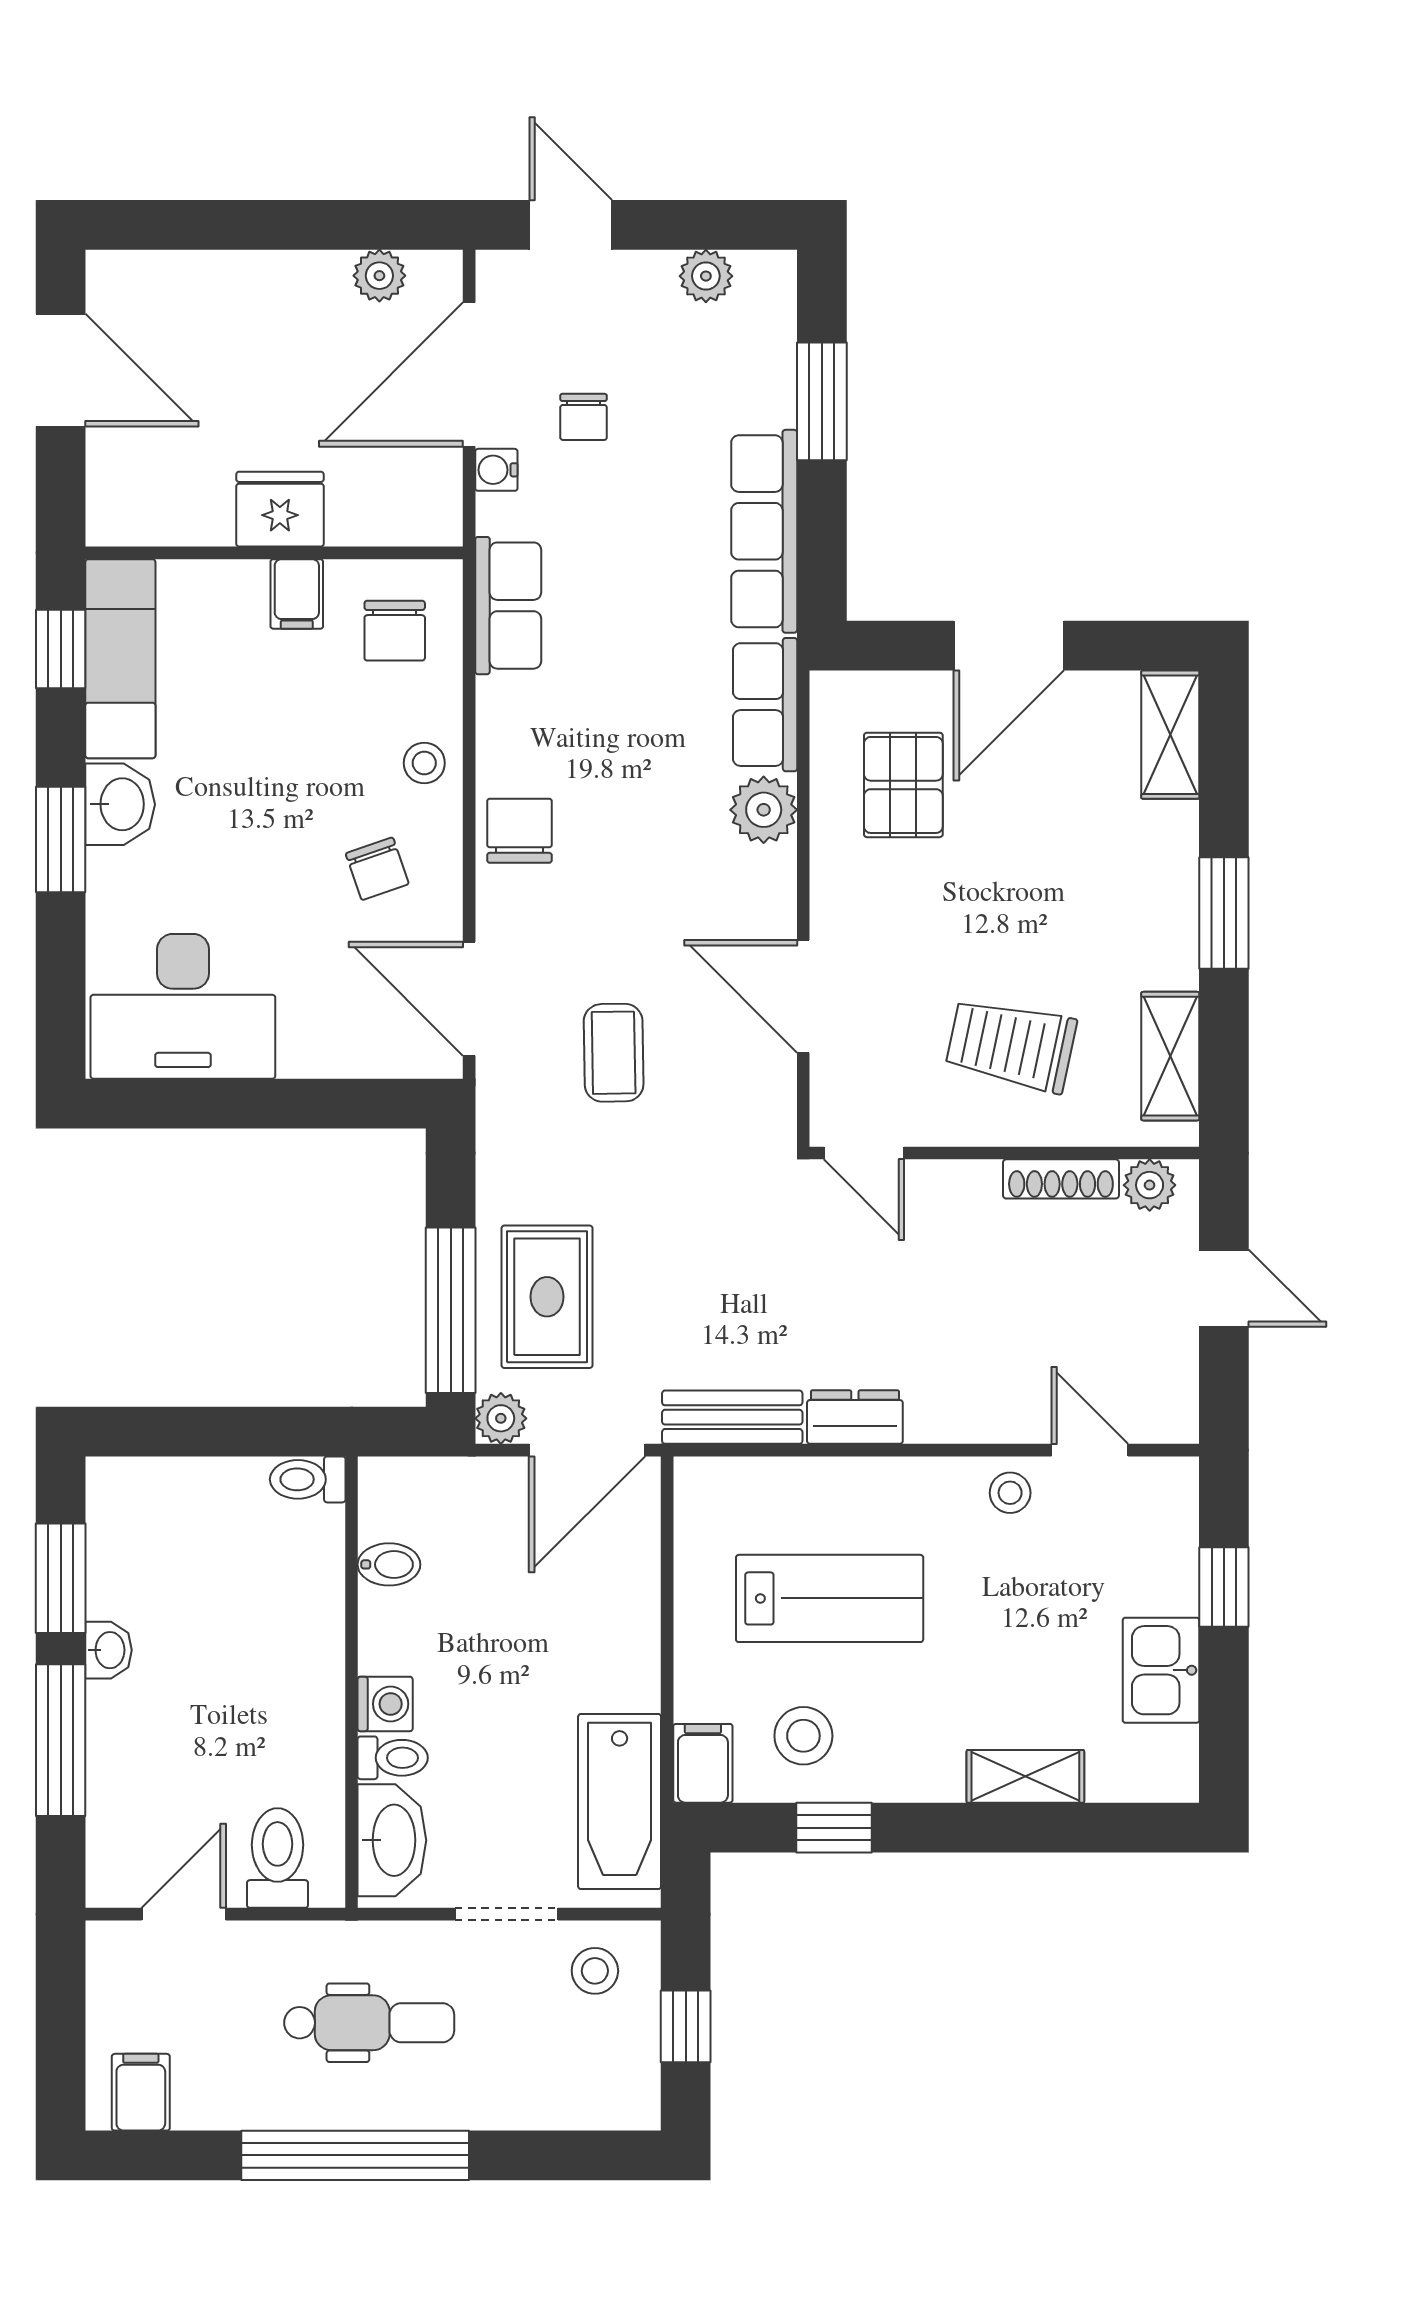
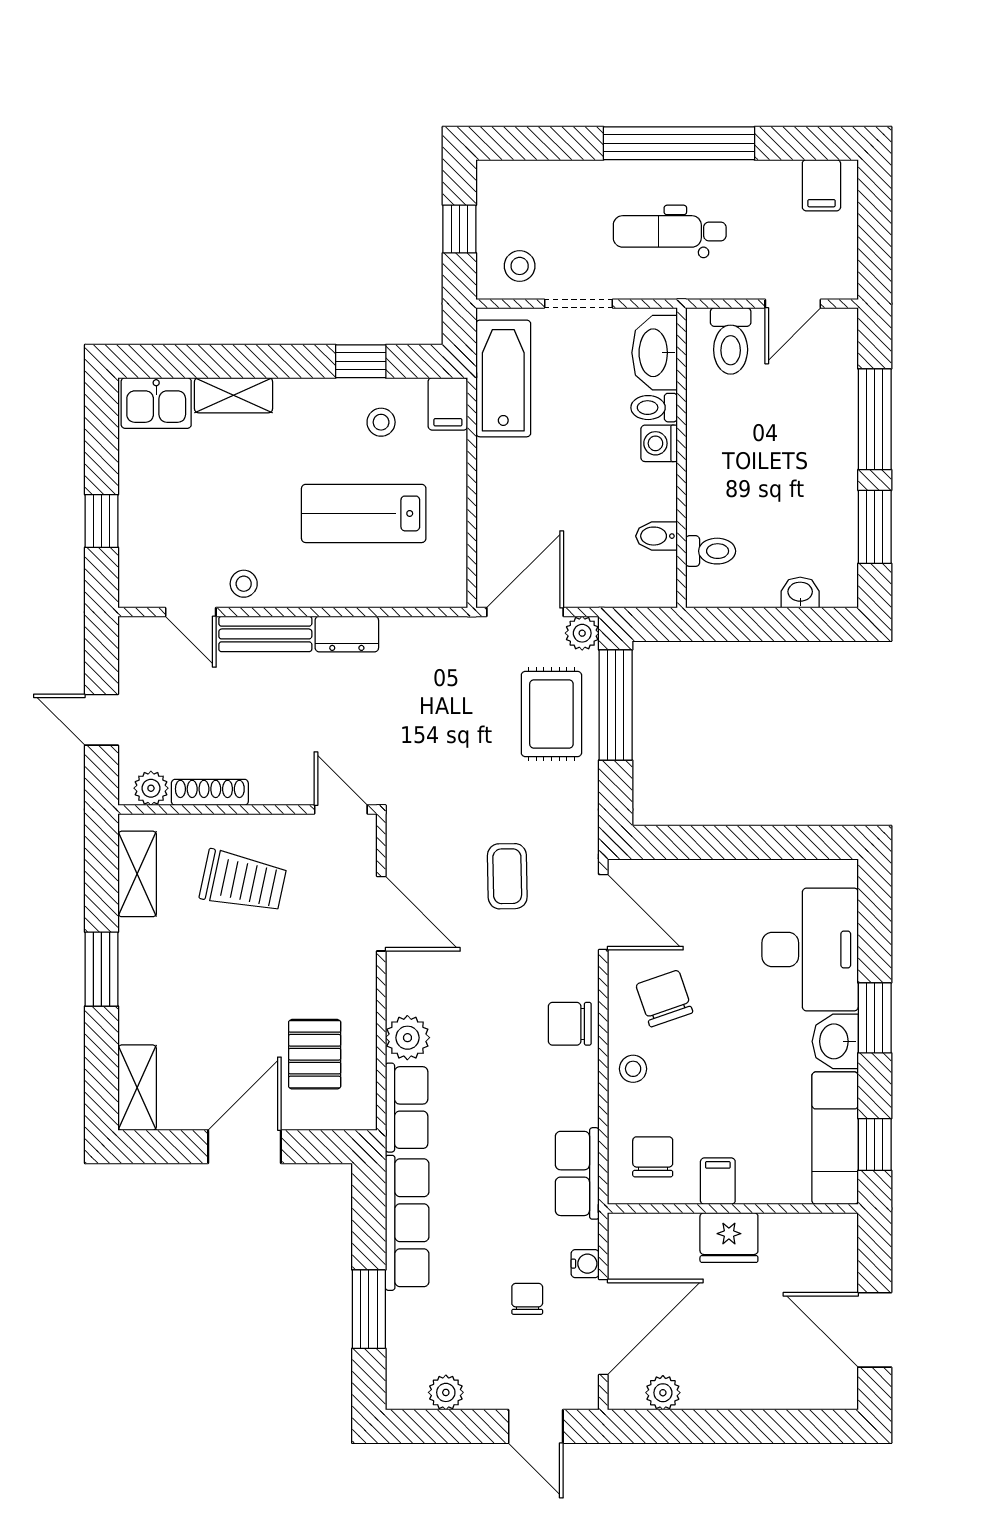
chair: (519, 831) -> (570, 1024), turned 90
chair: (377, 869) -> (664, 998), width x1.37, depth x1.37
desk: (183, 1006) -> (810, 950), moved, turned 90
bench: (732, 1417) -> (265, 634), moved
toilet: (308, 1479) -> (711, 551), moved
washbasin: (109, 1650) -> (800, 593), moved, turned 90
kitchen sink: (1161, 1670) -> (156, 403), moved, turned 90
stool: (803, 1736) -> (381, 422), width x0.73, depth x0.73

